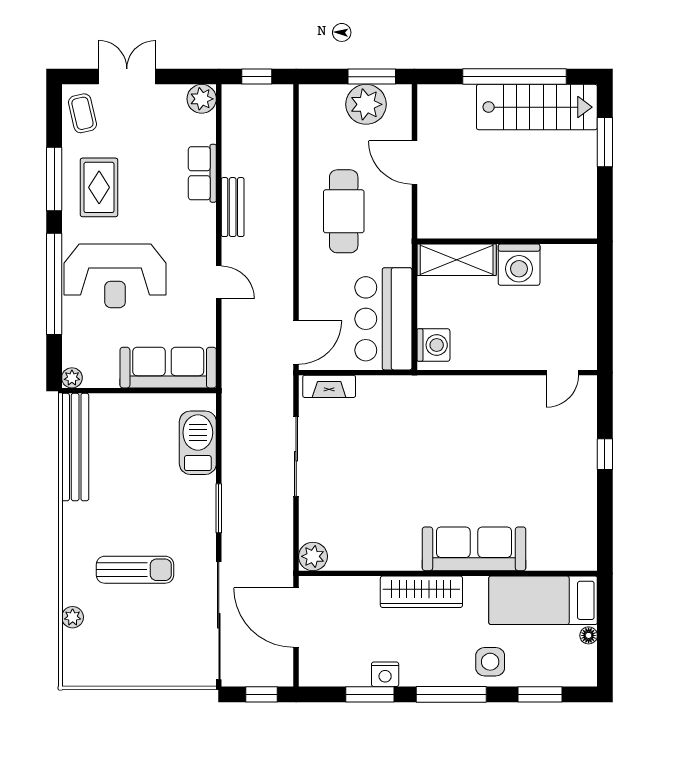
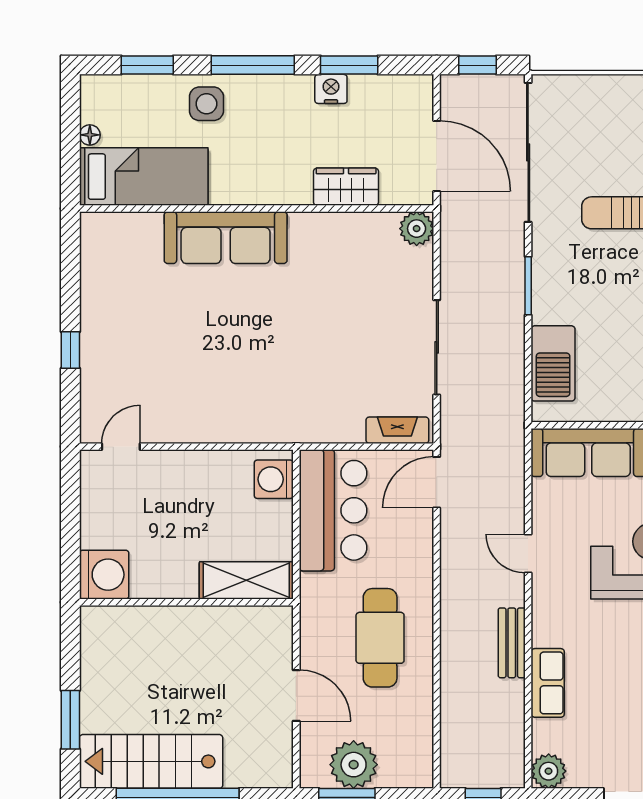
washing machine: (519, 265) -> (104, 575), moved, turned 90
wardrobe: (421, 592) -> (346, 187), moved, width x0.67

